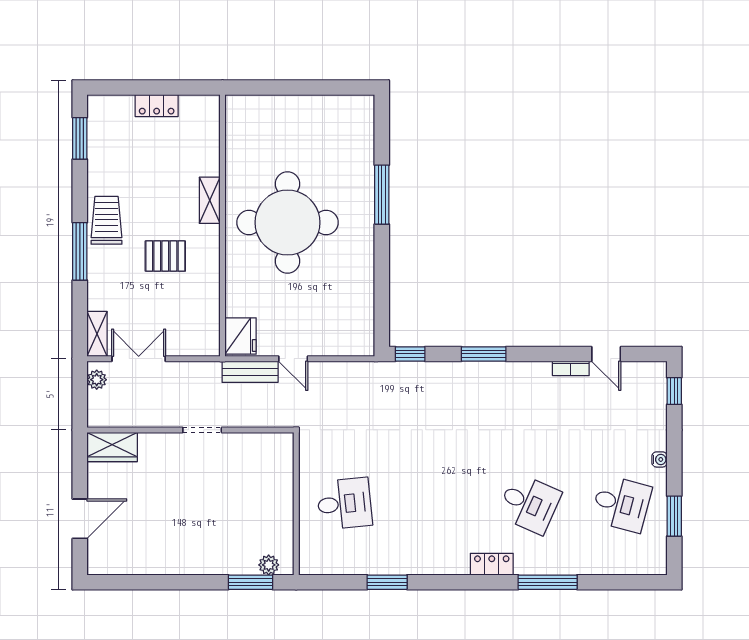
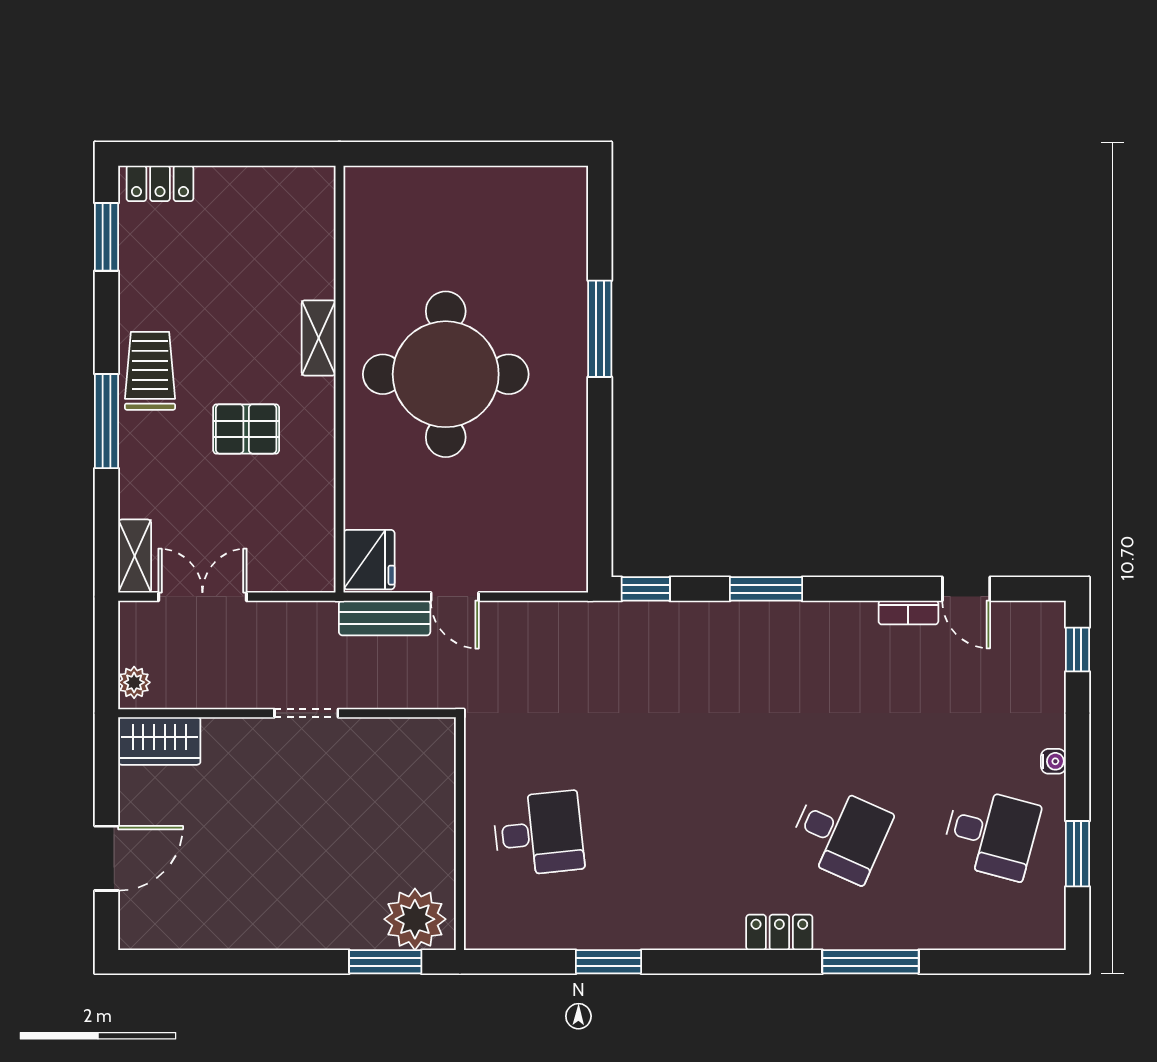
locker: (157, 106) -> (160, 183), moved
plant: (97, 380) -> (134, 682), moved
plant: (269, 565) -> (415, 919), width x1.88, depth x1.88

